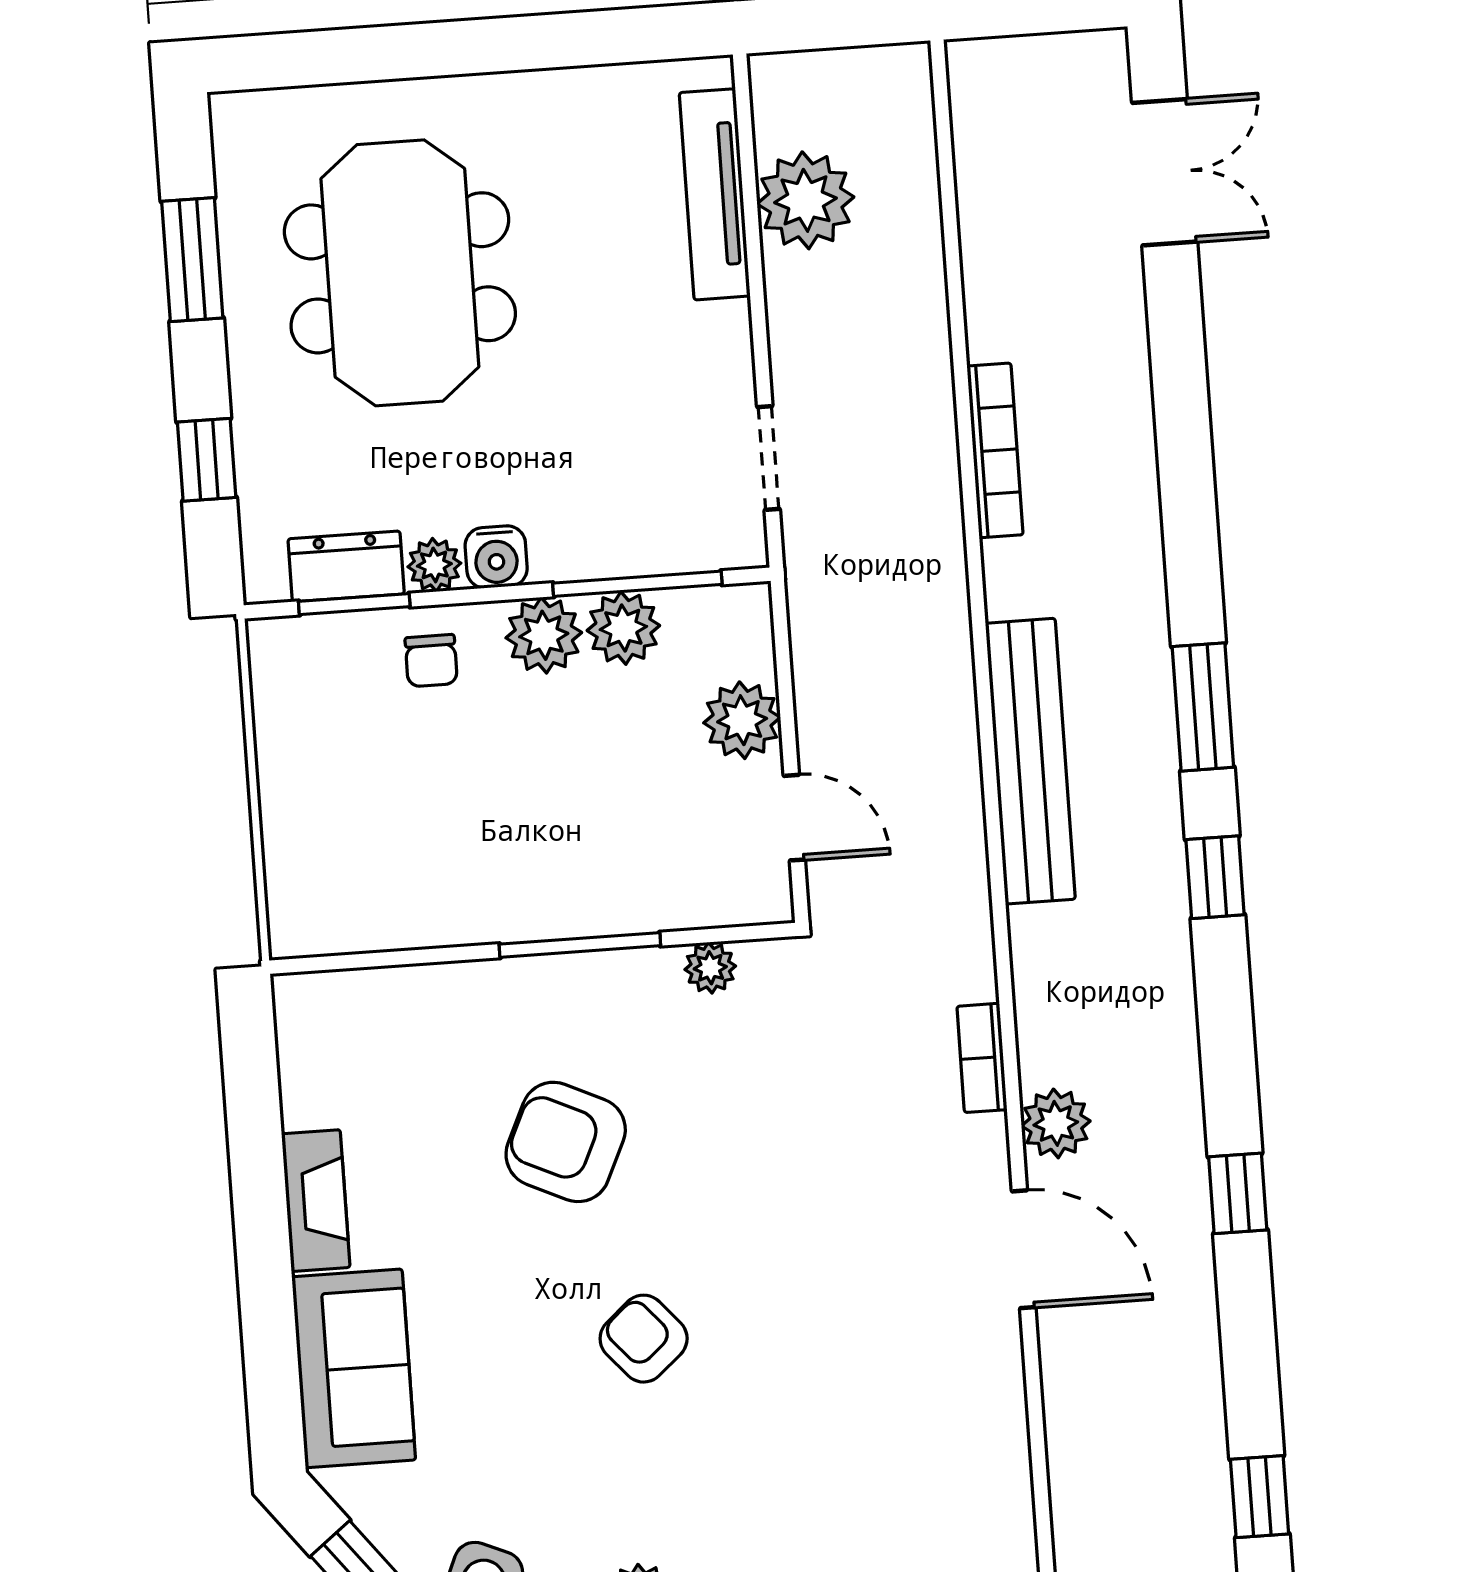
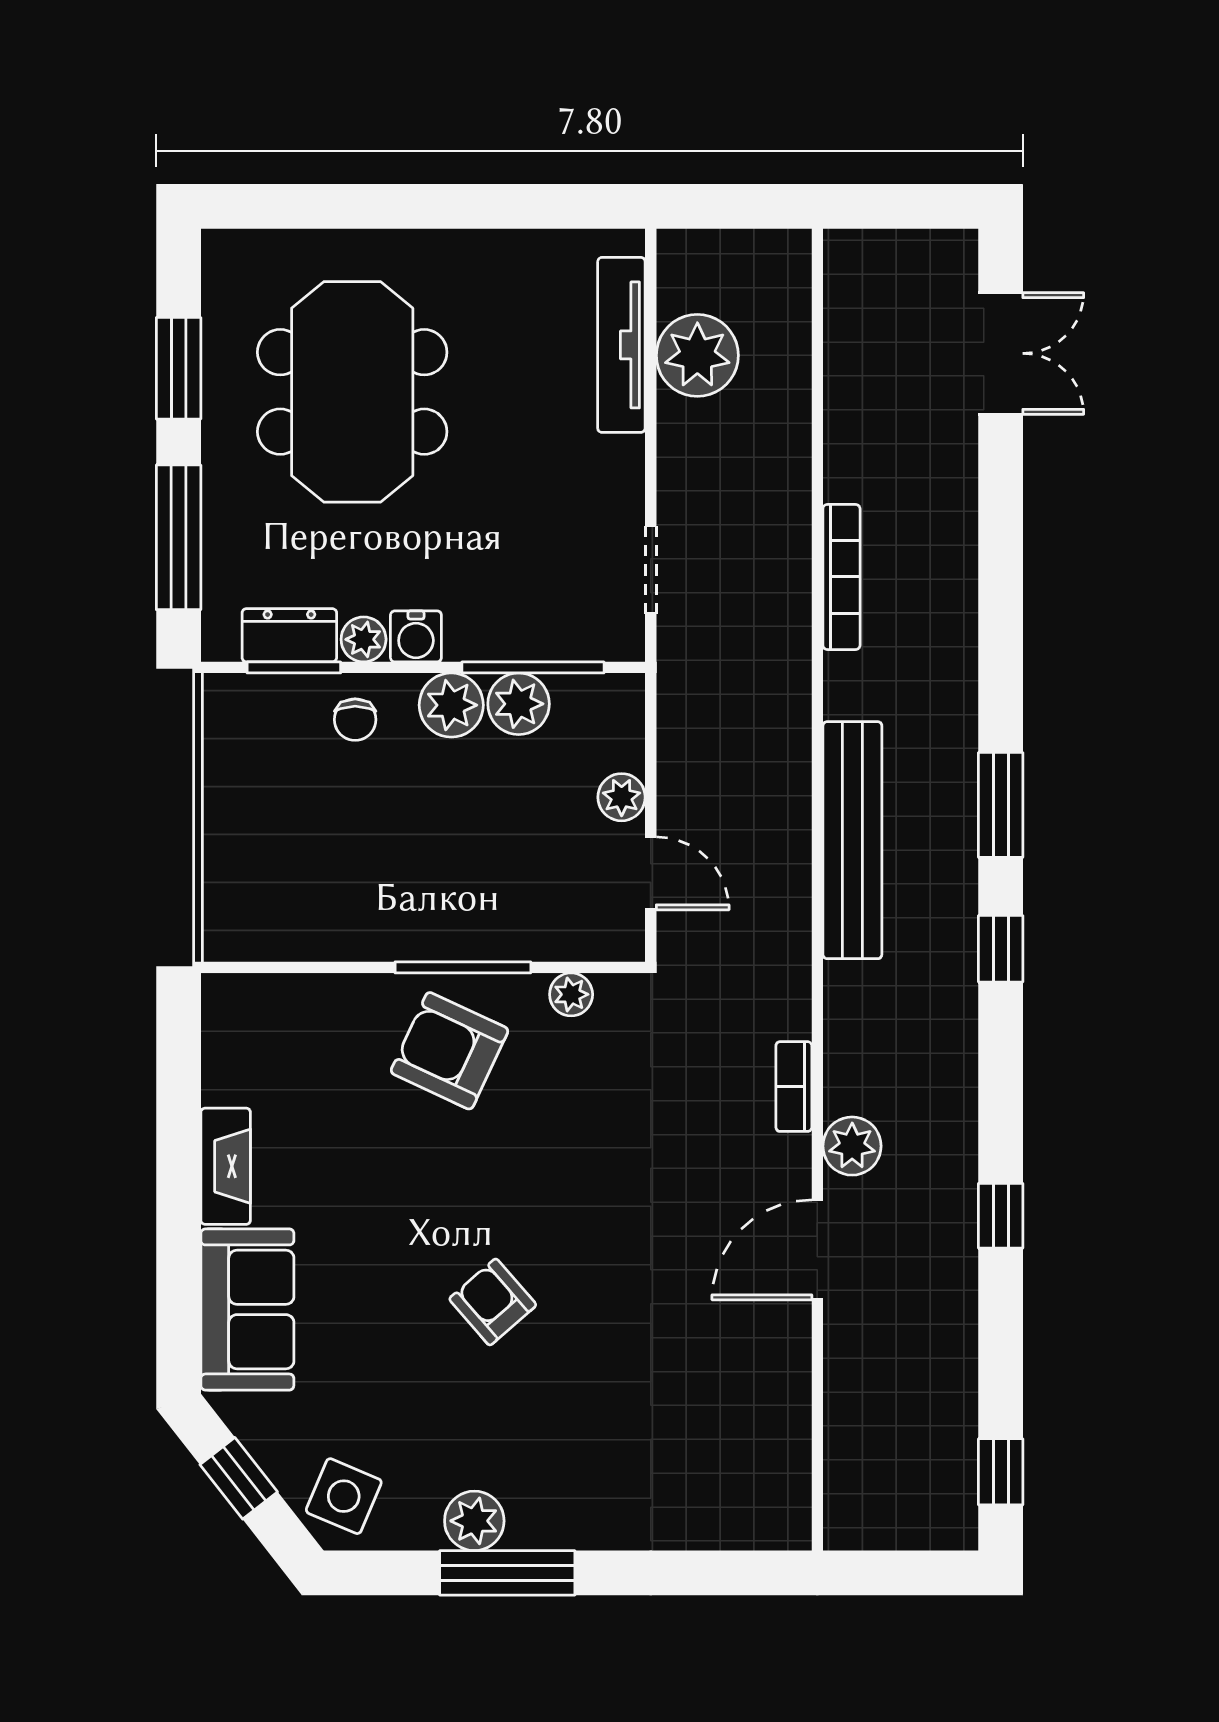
window: (207, 460) -> (179, 537), width x2.17
plant: (742, 720) -> (622, 797), width x0.73, depth x0.73
armchair: (566, 1142) -> (449, 1051), moved
door: (1024, 1249) -> (817, 1250), swing flipped

